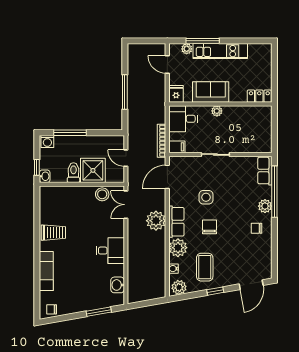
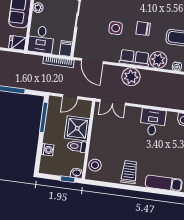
window: (70, 133) -> (44, 117), moved
washing machine: (47, 142) -> (47, 150), moved
stool: (102, 194) -> (95, 165), moved

